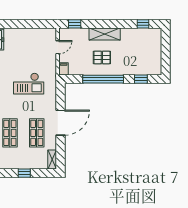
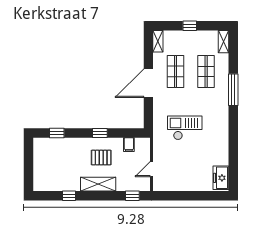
window: (143, 24) -> (69, 196), moved
filing cabinet: (64, 69) -> (129, 145), moved
window: (103, 79) -> (100, 133), width x0.32

